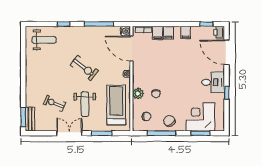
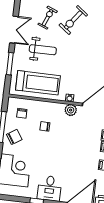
exercise bike: (84, 68) -> (73, 20), moved
plant: (138, 94) -> (71, 110), moved
weight bench: (85, 104) -> (43, 50), turned 180

